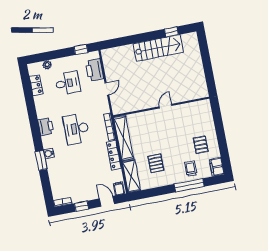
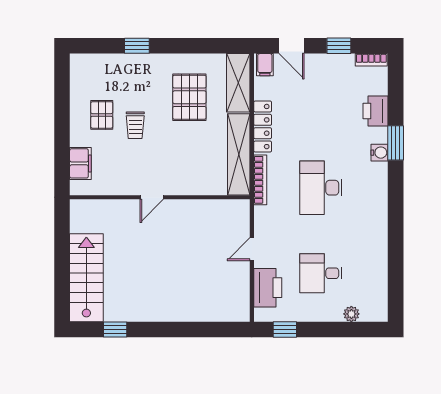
stairs: (158, 48) -> (86, 278), moved, turned 90
locker: (36, 85) -> (379, 281), removed
printer: (46, 127) -> (375, 111), moved
desk: (76, 129) -> (321, 188), turned 180
pallet: (156, 163) -> (189, 97), width x1.50, depth x1.42
filing cabinet: (217, 167) -> (80, 163), moved
trolley: (191, 169) -> (135, 125), moved
window: (189, 185) -> (137, 46), width x0.46

